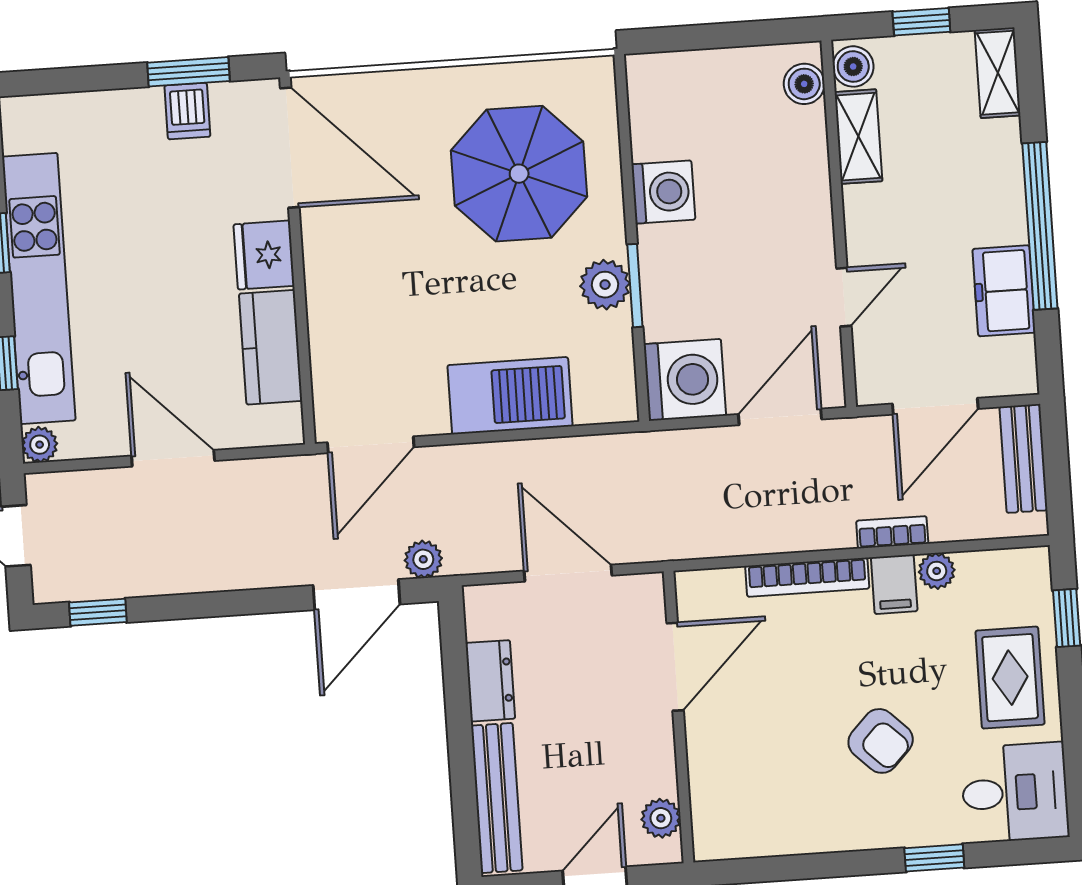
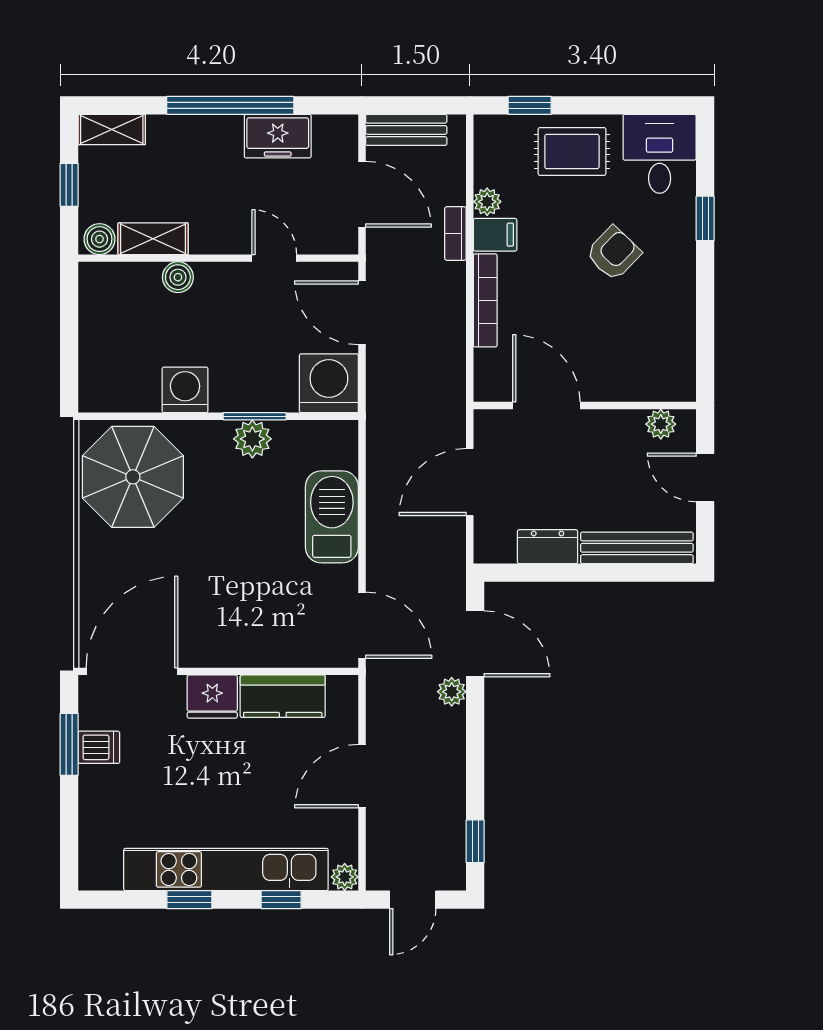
boiler: (804, 84) -> (178, 277), moved
parasol: (519, 174) -> (133, 477), moved
plant: (423, 559) -> (452, 692), moved

